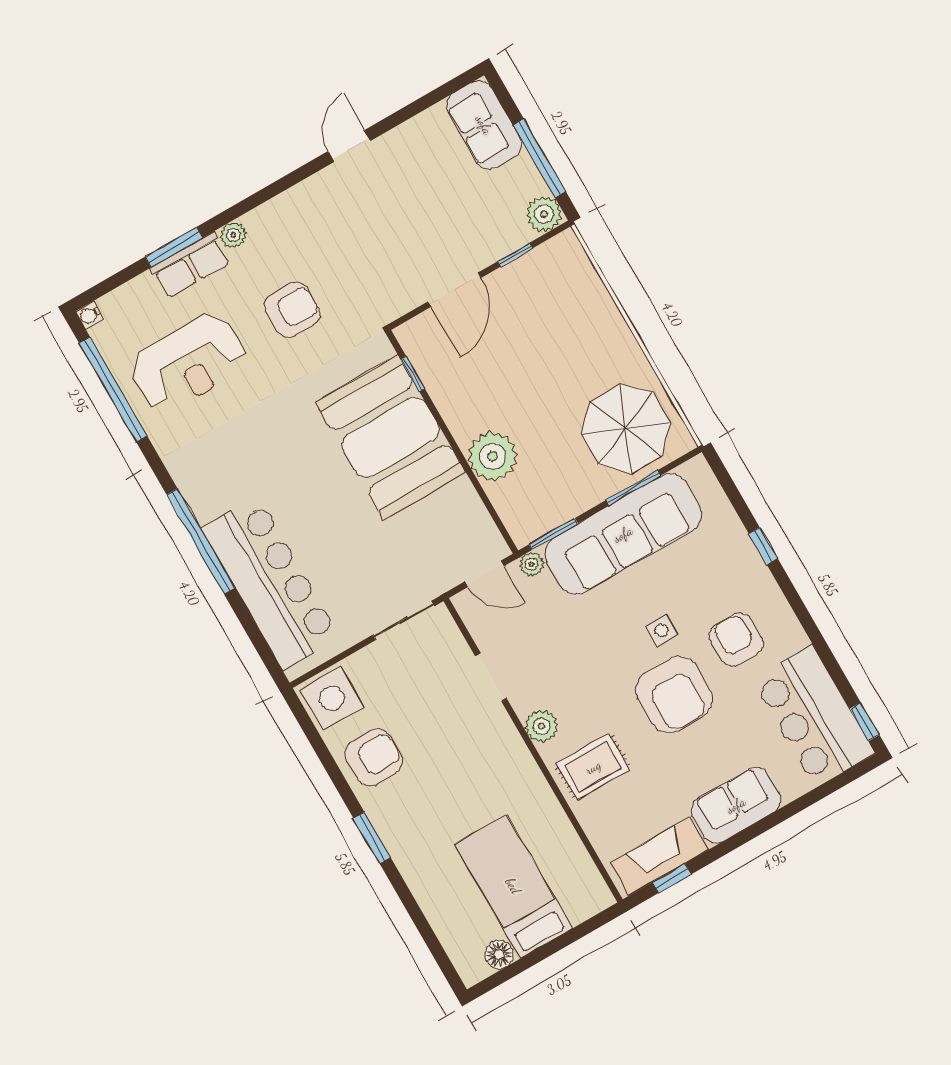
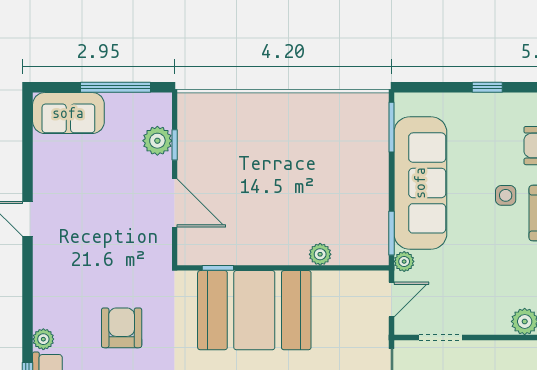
plant: (544, 214) -> (157, 141), moved
parasol: (626, 429) -> (346, 137), removed
plant: (493, 456) -> (320, 254), width x0.53, depth x0.53
window: (633, 488) -> (391, 127), moved
doorway: (491, 677) -> (440, 338), moved

